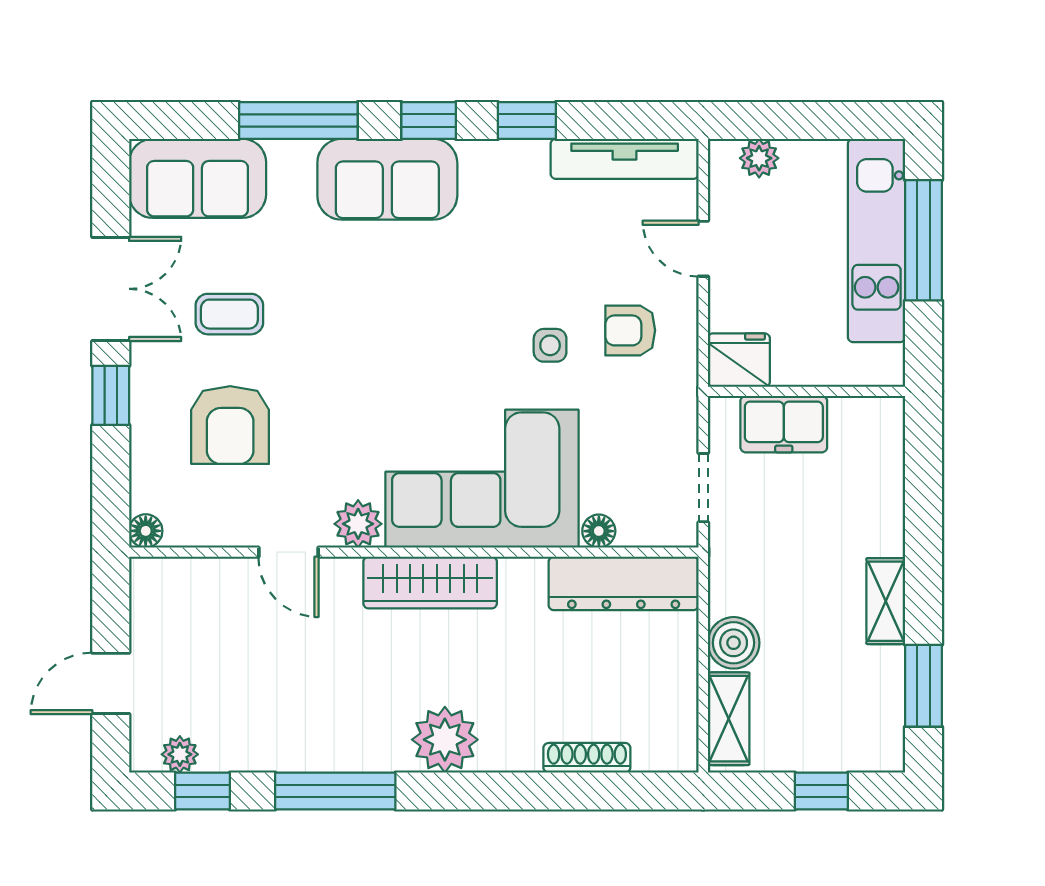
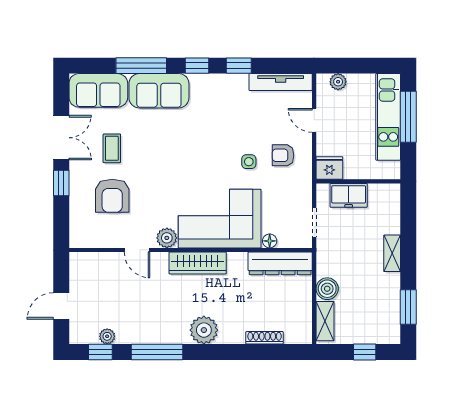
sofa: (387, 179) -> (159, 91), moved
coffee table: (229, 314) -> (112, 148), turned 90
floor lamp: (146, 531) -> (76, 241), removed
shelving: (886, 601) -> (392, 253), moved
plant: (180, 754) -> (107, 336), moved

